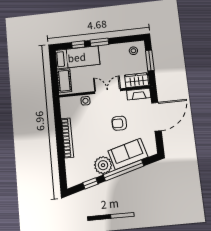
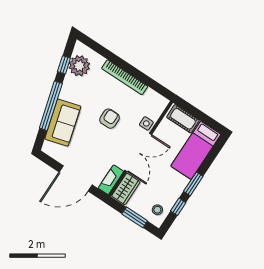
window: (78, 45) -> (178, 207), moved
double door: (108, 91) -> (138, 152), width x1.37
door: (156, 117) -> (76, 178), hinge flipped
armchair: (119, 123) -> (110, 119), moved
plant: (103, 165) -> (79, 66), moved

